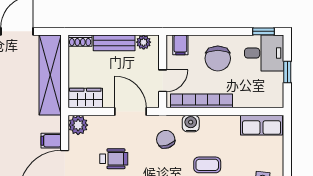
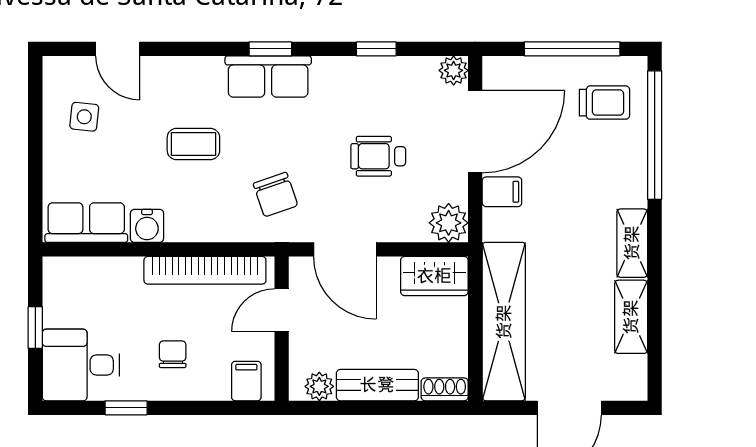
window: (264, 31) -> (126, 408), moved
chair: (218, 58) -> (173, 354), width x0.54, depth x0.54
water cooler: (191, 123) -> (147, 226), moved

